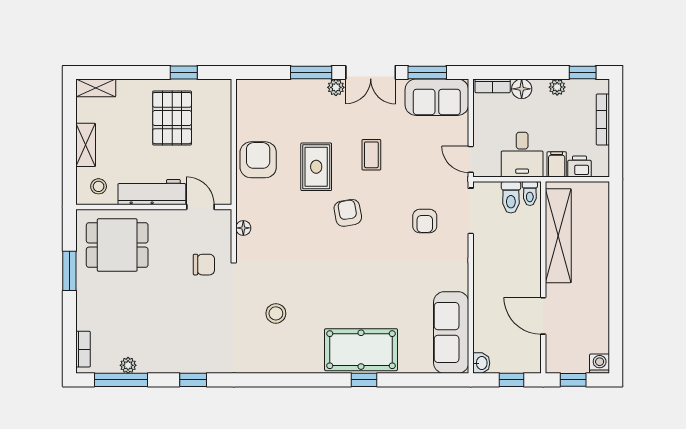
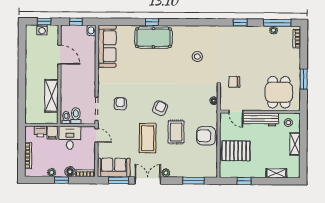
window: (311, 72) -> (193, 181), moved
window: (583, 72) -> (61, 180), moved
shelving: (96, 88) -> (276, 173), moved
pallet: (172, 118) -> (236, 151), moved, turned 90
coffee table: (371, 155) -> (148, 138), width x1.86, depth x1.72
armchair: (258, 160) -> (206, 136), turned 90
armchair: (348, 213) -> (160, 108), turned -146
shelving: (558, 236) -> (52, 96), width x0.68
dining table: (117, 245) -> (279, 92), turned 90
washing machine: (600, 364) -> (42, 30), moved

